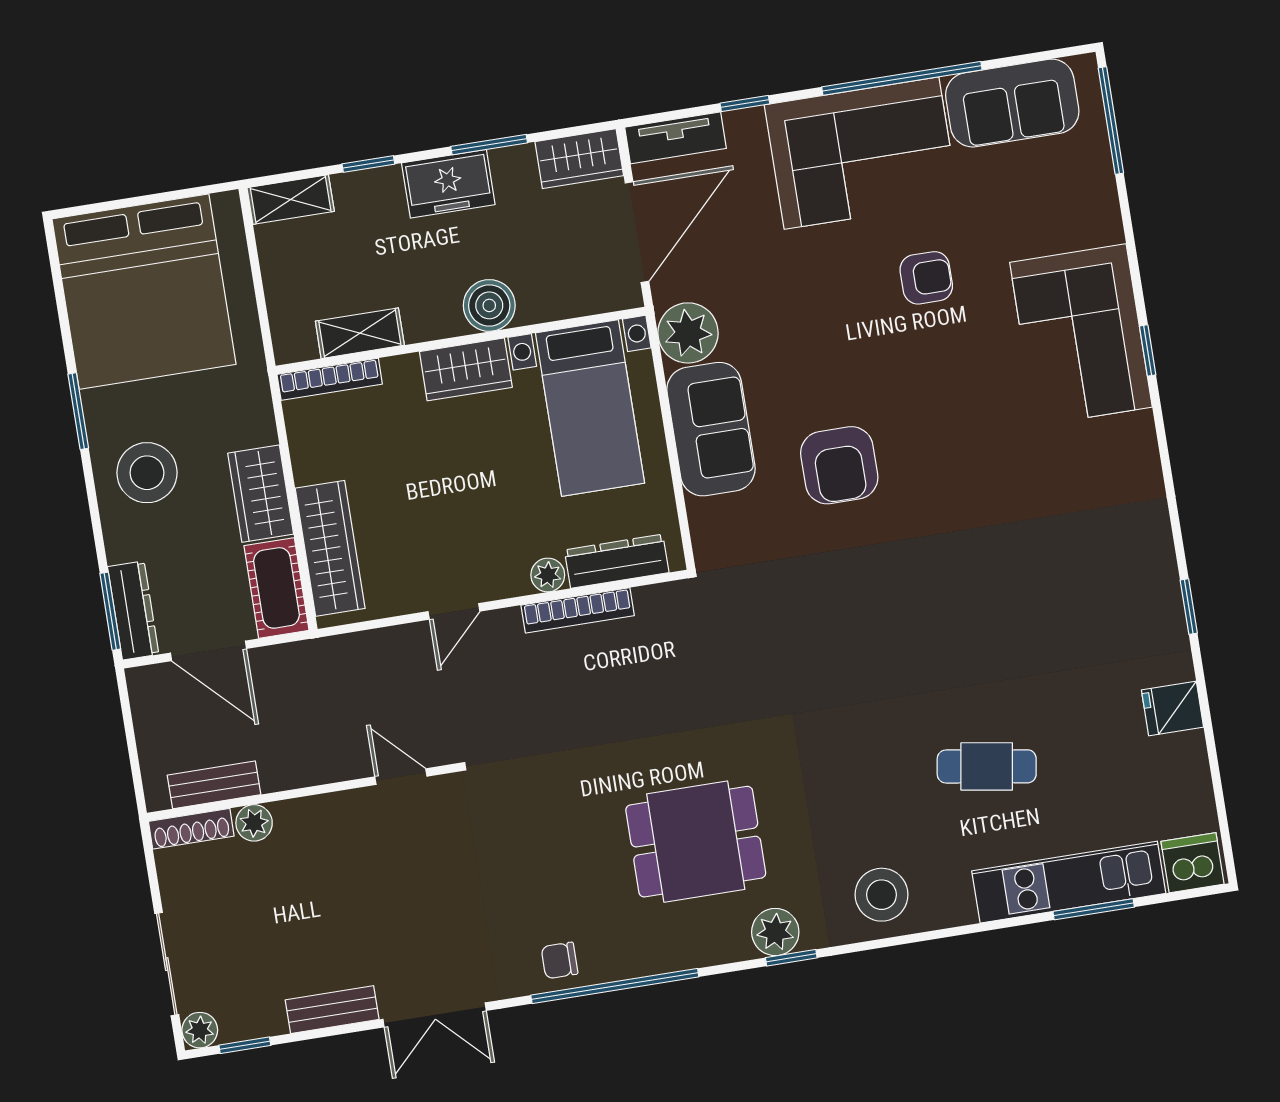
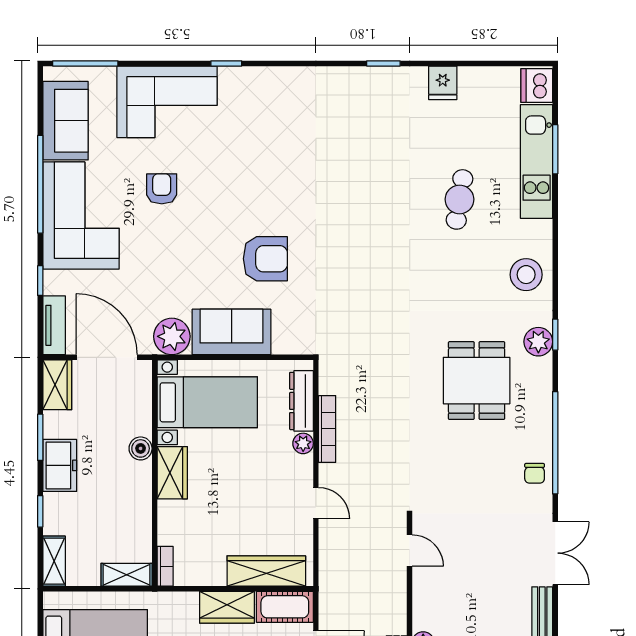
boiler: (489, 305) -> (141, 448), width x0.73, depth x0.73
shelving: (360, 333) -> (127, 575), moved, turned 90
corner sofa: (1081, 335) -> (167, 102), moved
bookcase: (330, 379) -> (165, 566), width x0.64
door: (401, 777) -> (410, 551), swing flipped

